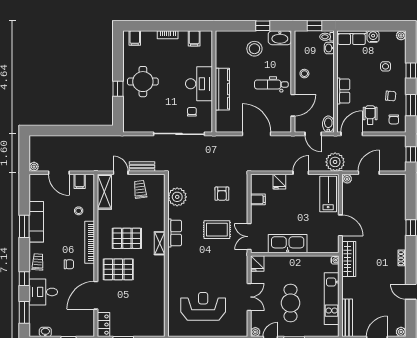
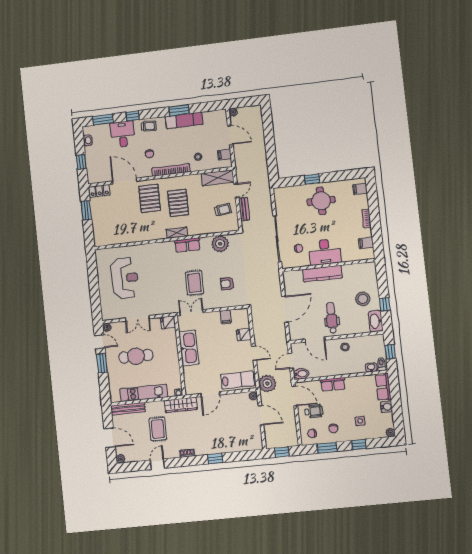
door: (59, 173) -> (230, 135), swing flipped
rug: (373, 287) -> (158, 429), added

